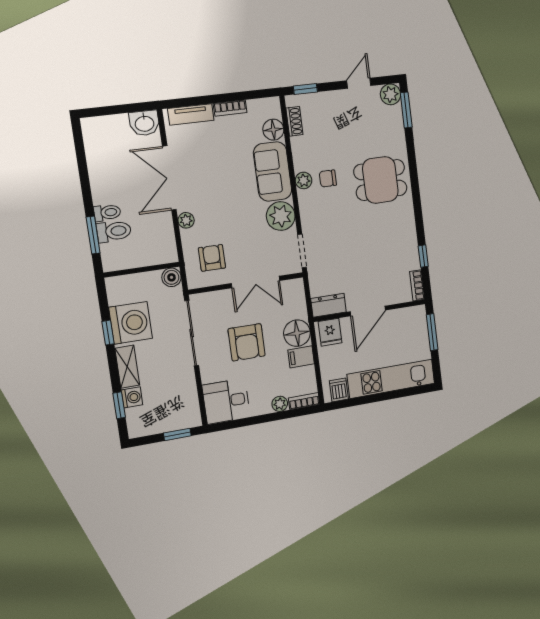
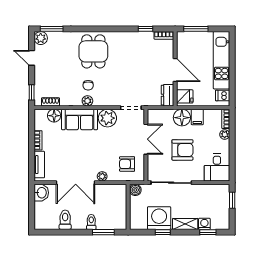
toilet: (114, 231) -> (65, 220), moved

